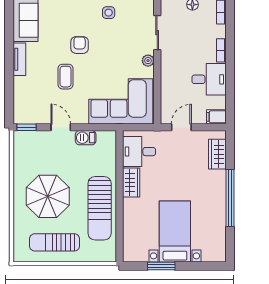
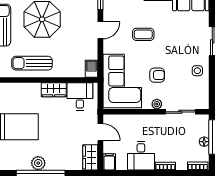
armchair: (80, 45) -> (157, 75), moved
barbecue: (86, 138) -> (92, 69), moved
wardrobe: (217, 154) -> (90, 157), moved, turned -90
plant: (218, 201) -> (38, 163), added
sun lounger: (100, 208) -> (32, 63), width x0.73, depth x0.75

